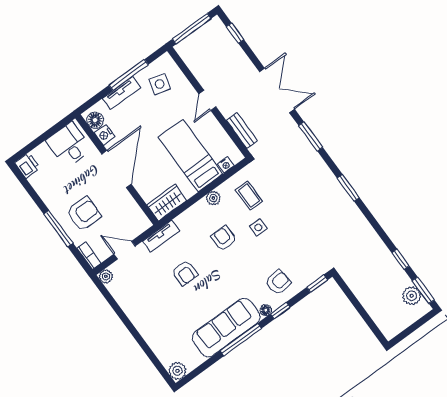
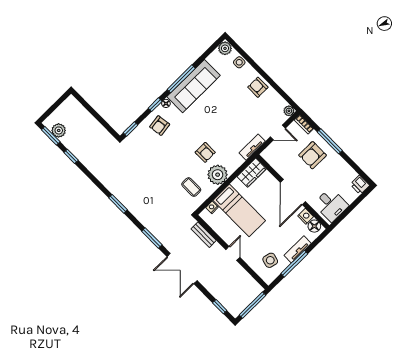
plant: (213, 198) -> (218, 175), width x1.88, depth x1.88
side table: (258, 227) -> (239, 62), moved
armchair: (185, 273) -> (258, 87), moved

